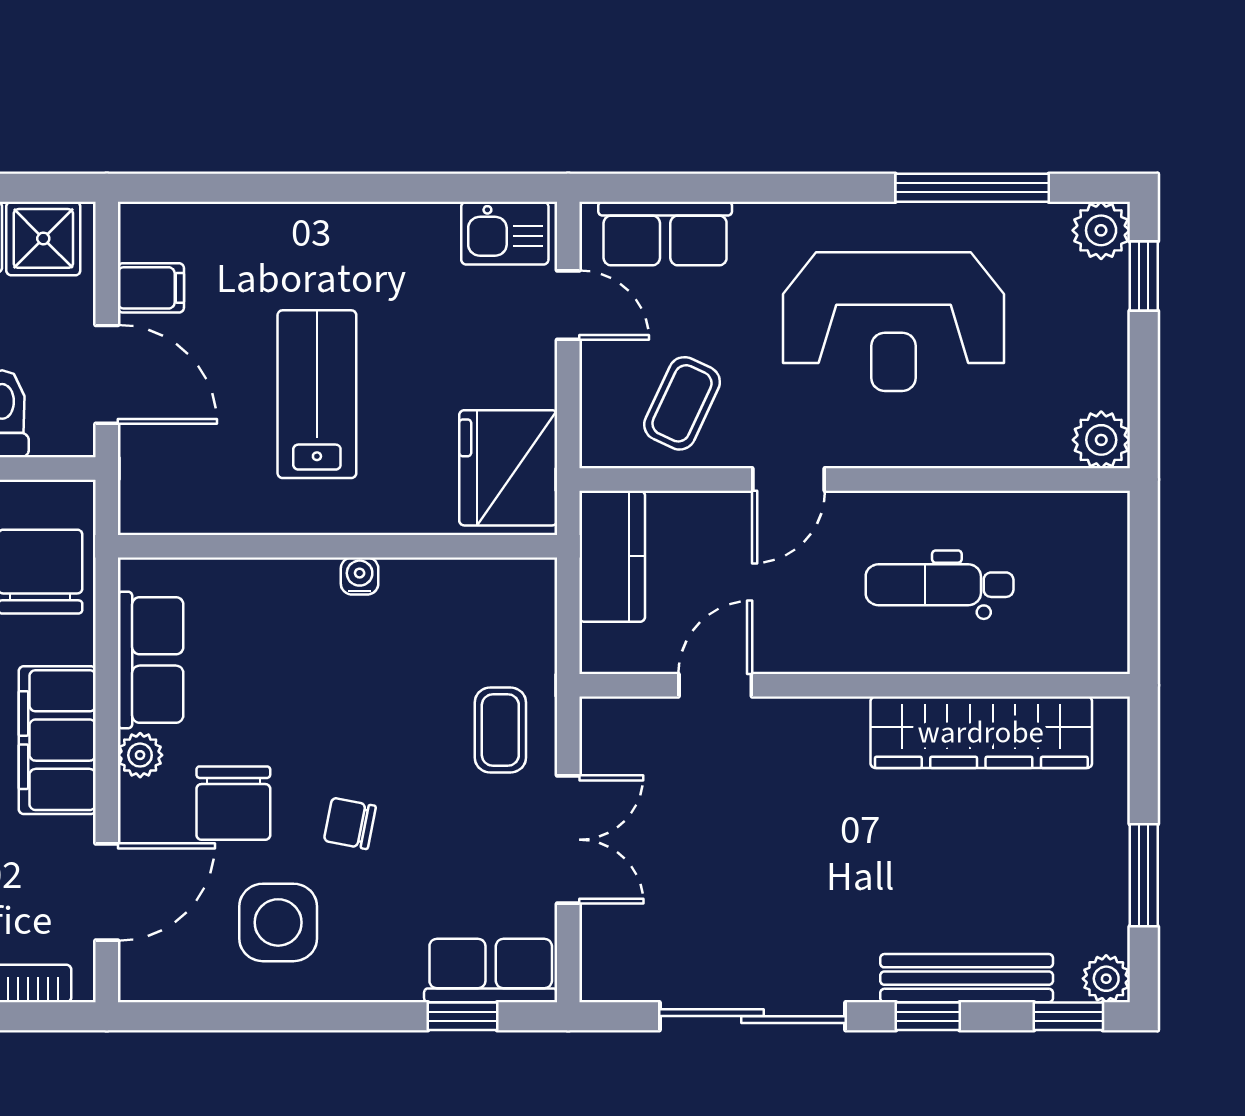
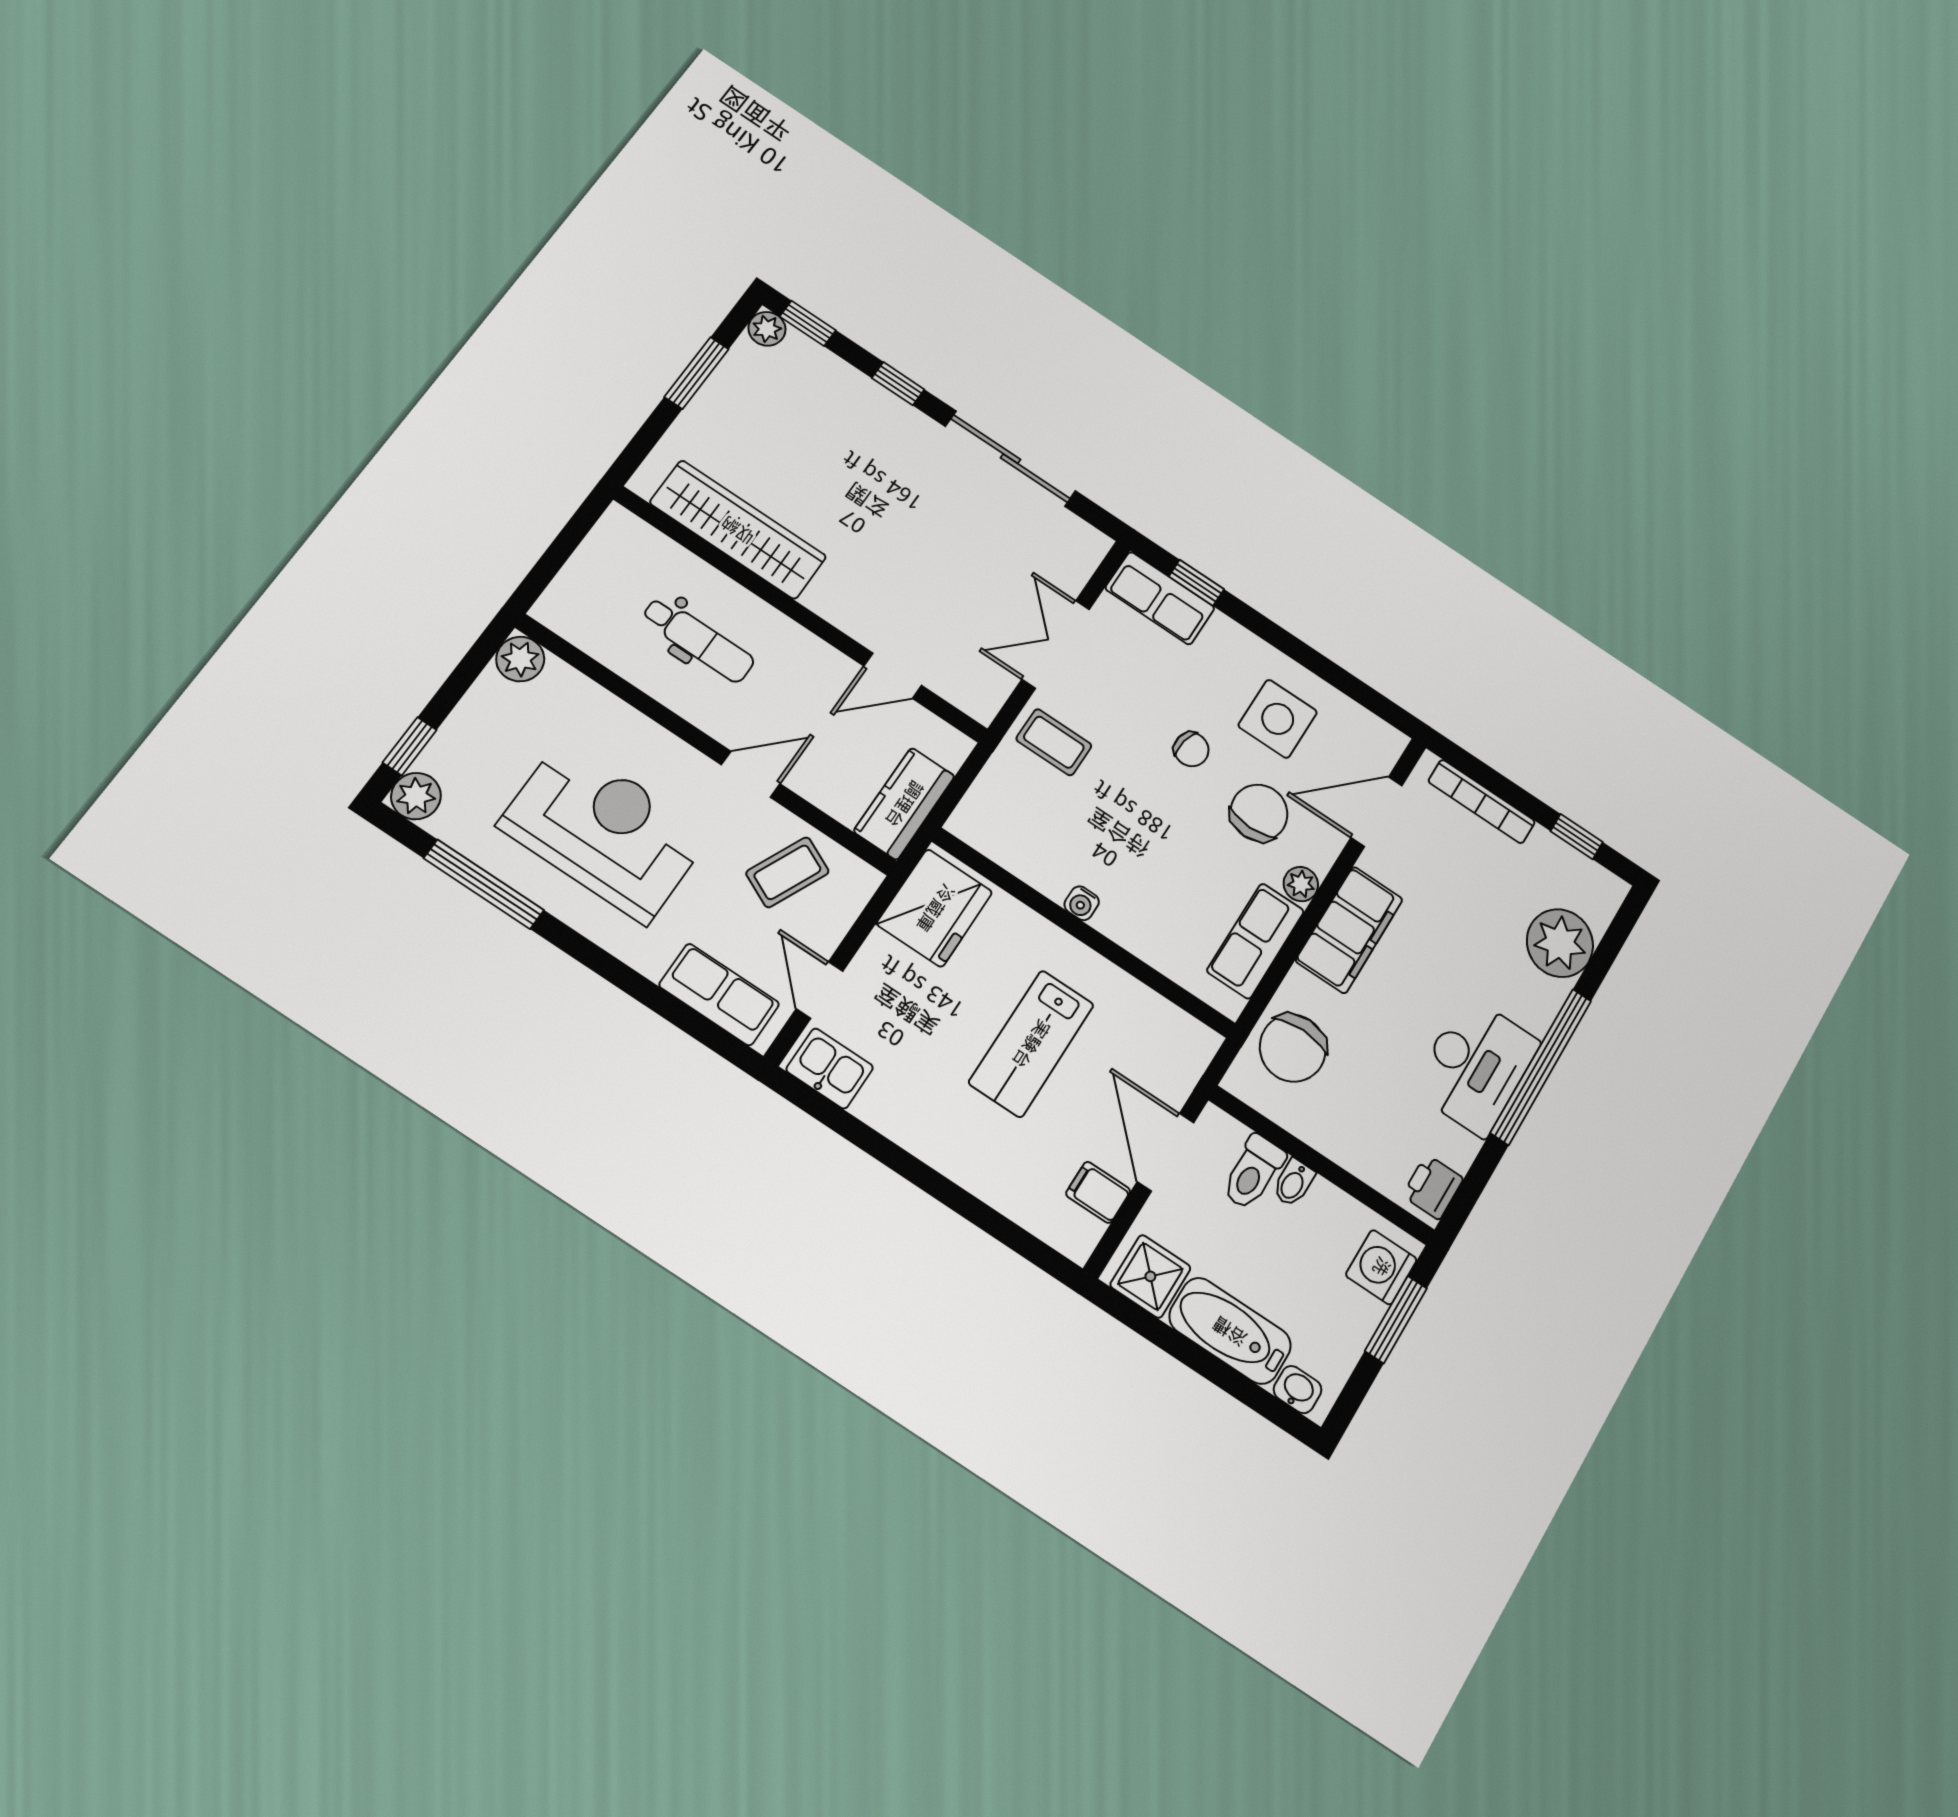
coffee table: (500, 730) -> (1054, 742), turned 90
bench: (967, 978) -> (857, 389), removed

